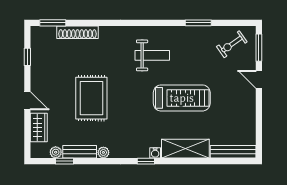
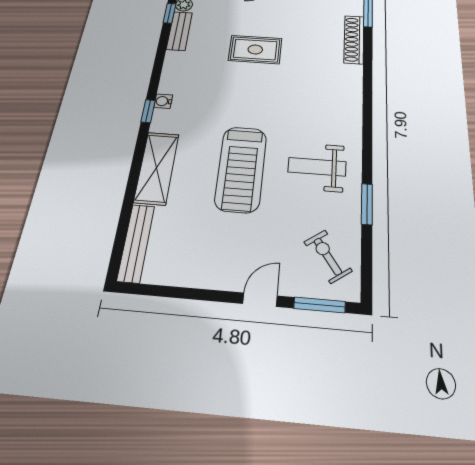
weight bench: (152, 55) -> (317, 167), moved, turned 90
rug: (91, 98) -> (255, 49), width x0.73, depth x0.70
plant: (103, 152) -> (173, 58), removed
water cooler: (155, 153) -> (163, 101), moved

